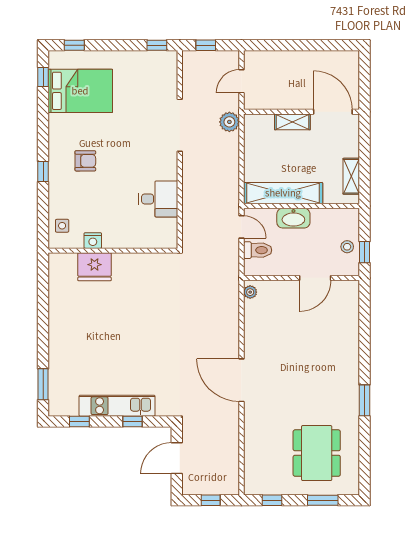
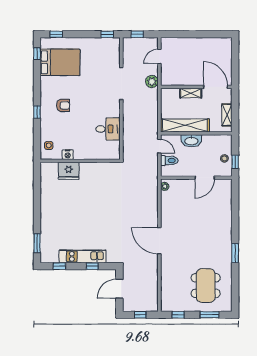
wall: (301, 112) -> (196, 87), moved
door: (333, 112) -> (216, 87), moved
shelving: (292, 122) -> (191, 93), moved

